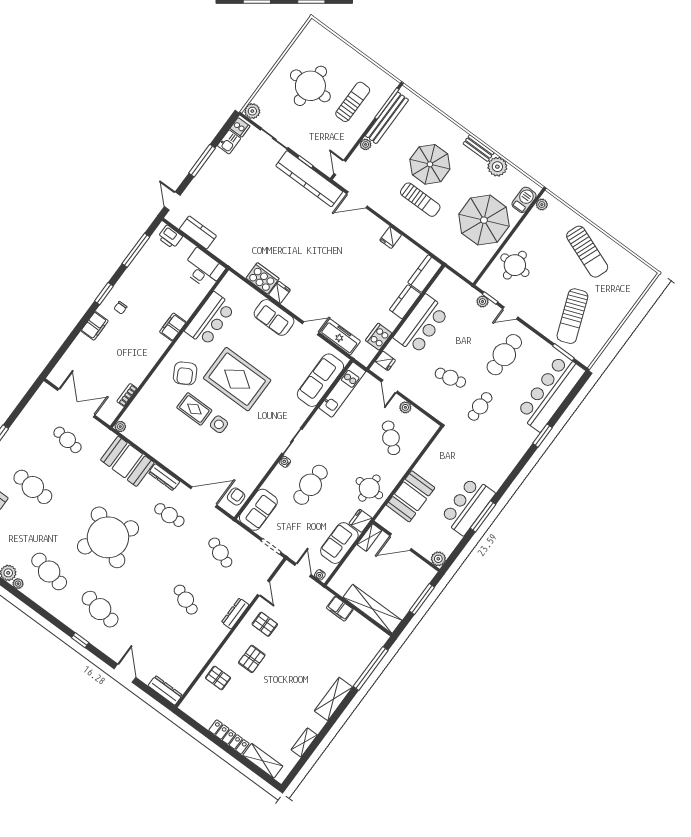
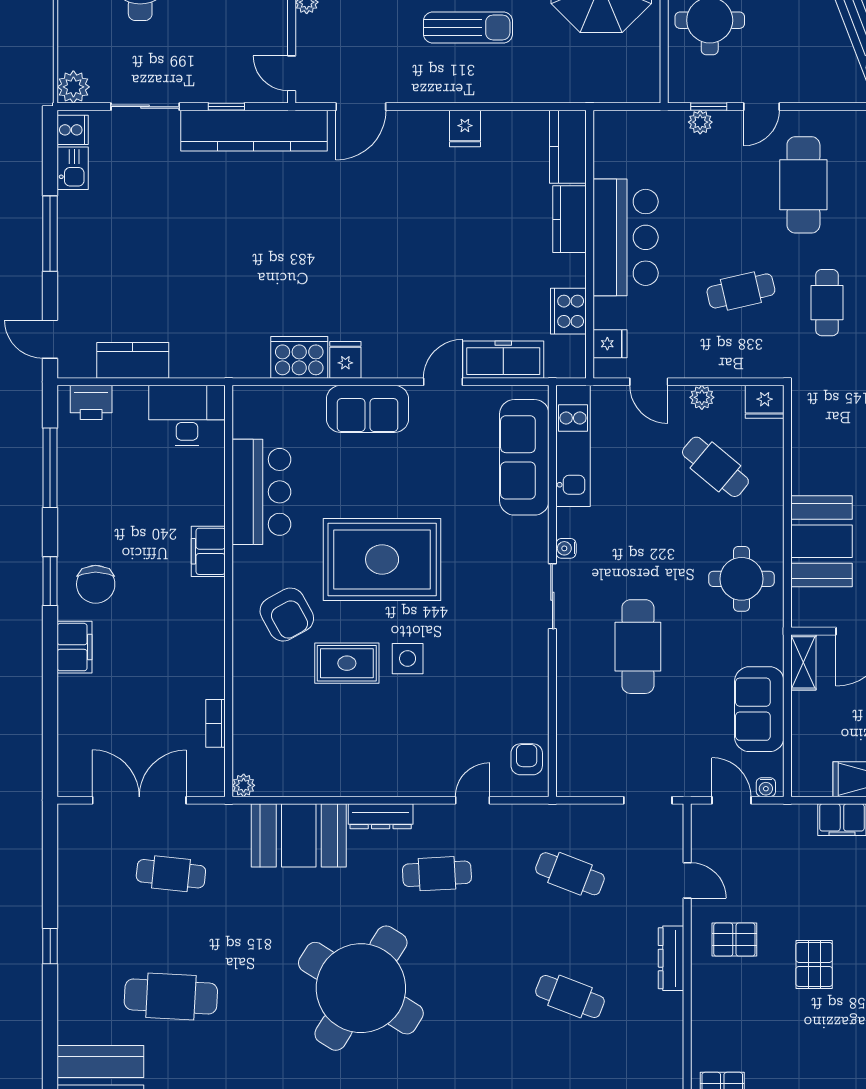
chair: (120, 308) -> (96, 584), width x1.87, depth x1.87
water cooler: (285, 462) -> (566, 548), moved
door: (204, 497) -> (472, 800), width x0.53
sofa: (258, 510) -> (581, 754), removed
fridge: (361, 521) -> (765, 402), moved, turned -90
pallet: (252, 659) -> (814, 964), moved

